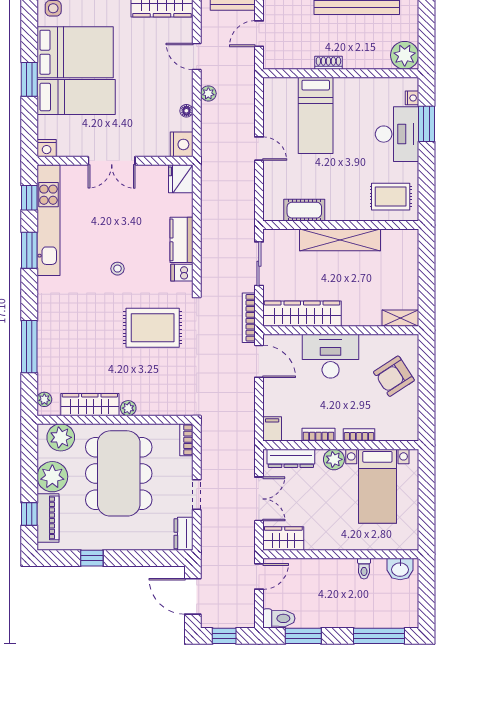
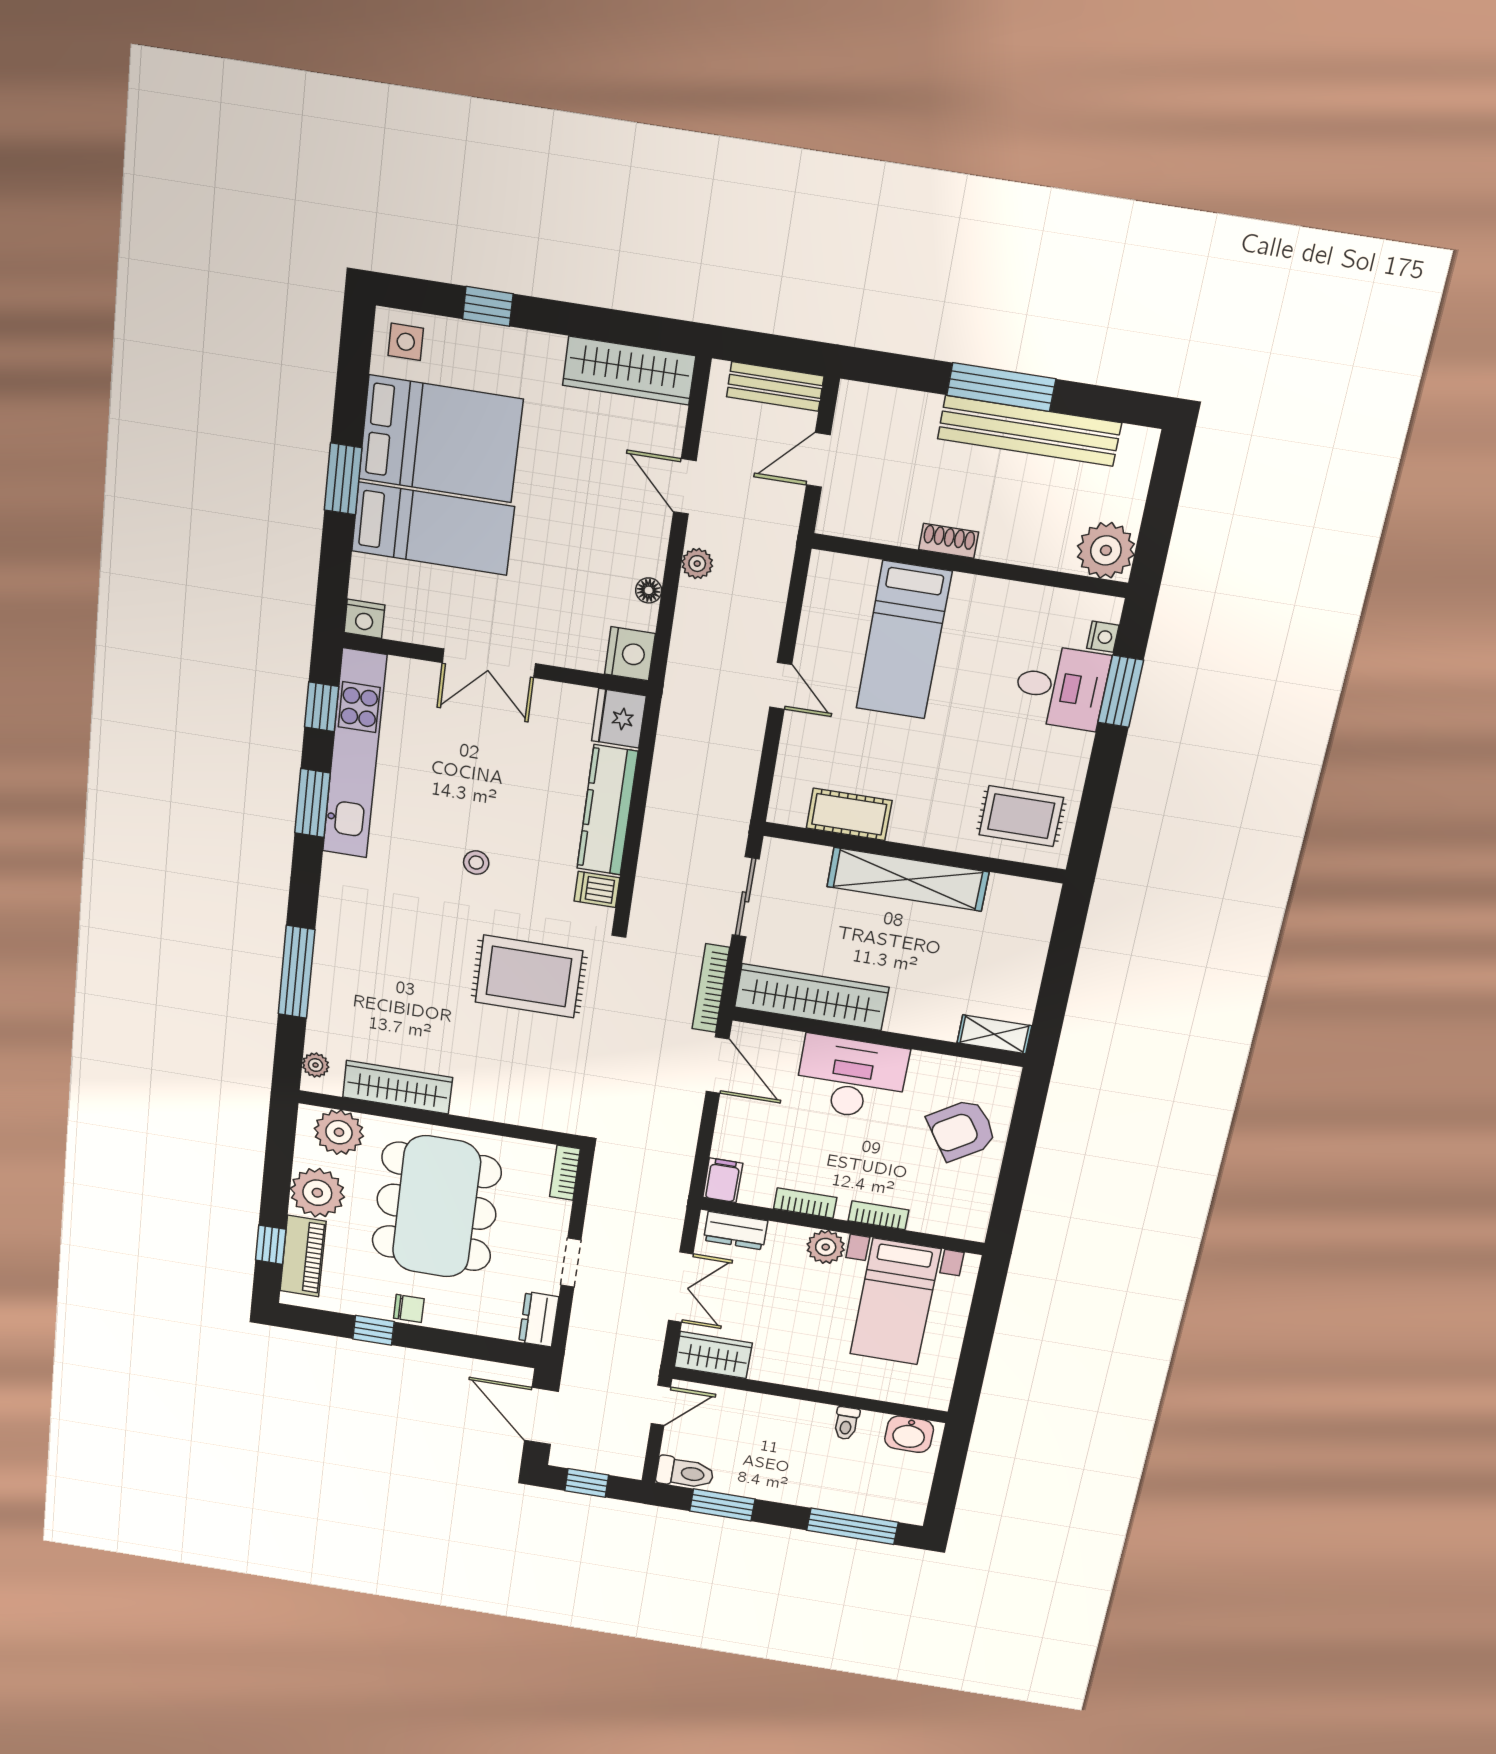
desk: (397, 134) -> (1061, 687), width x0.73
kitchen counter: (181, 240) -> (607, 810), width x1.50
plant: (128, 408) -> (466, 1104), removed
dresser: (291, 458) -> (736, 1231), width x0.70
chair: (110, 540) -> (409, 1309), added

